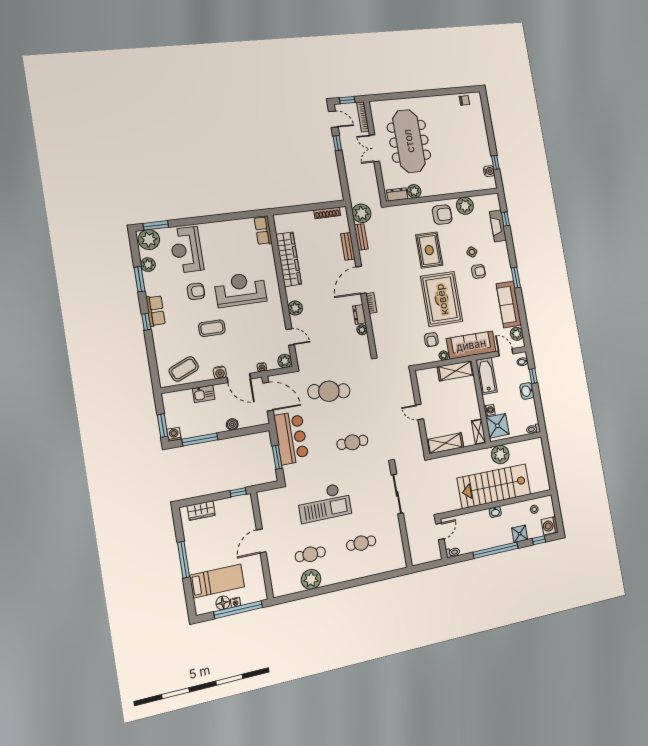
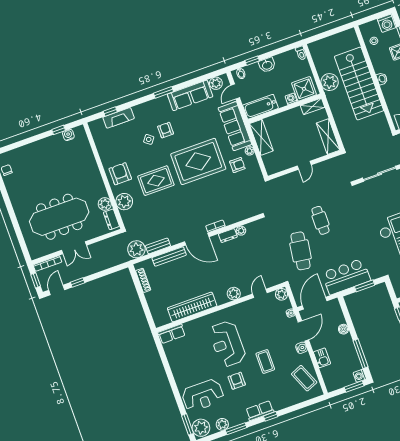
plant: (465, 206) -> (124, 202), moved
bench: (348, 246) -> (169, 256), width x1.36
cafe table: (352, 442) -> (320, 220), moved

